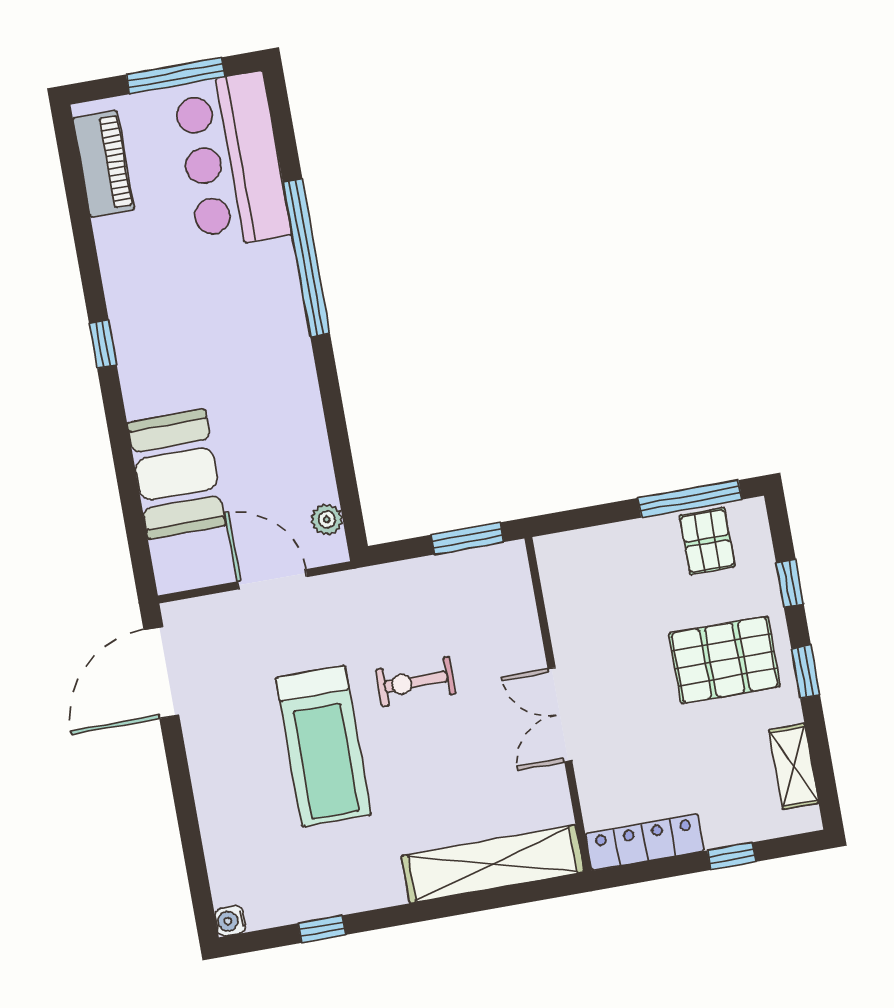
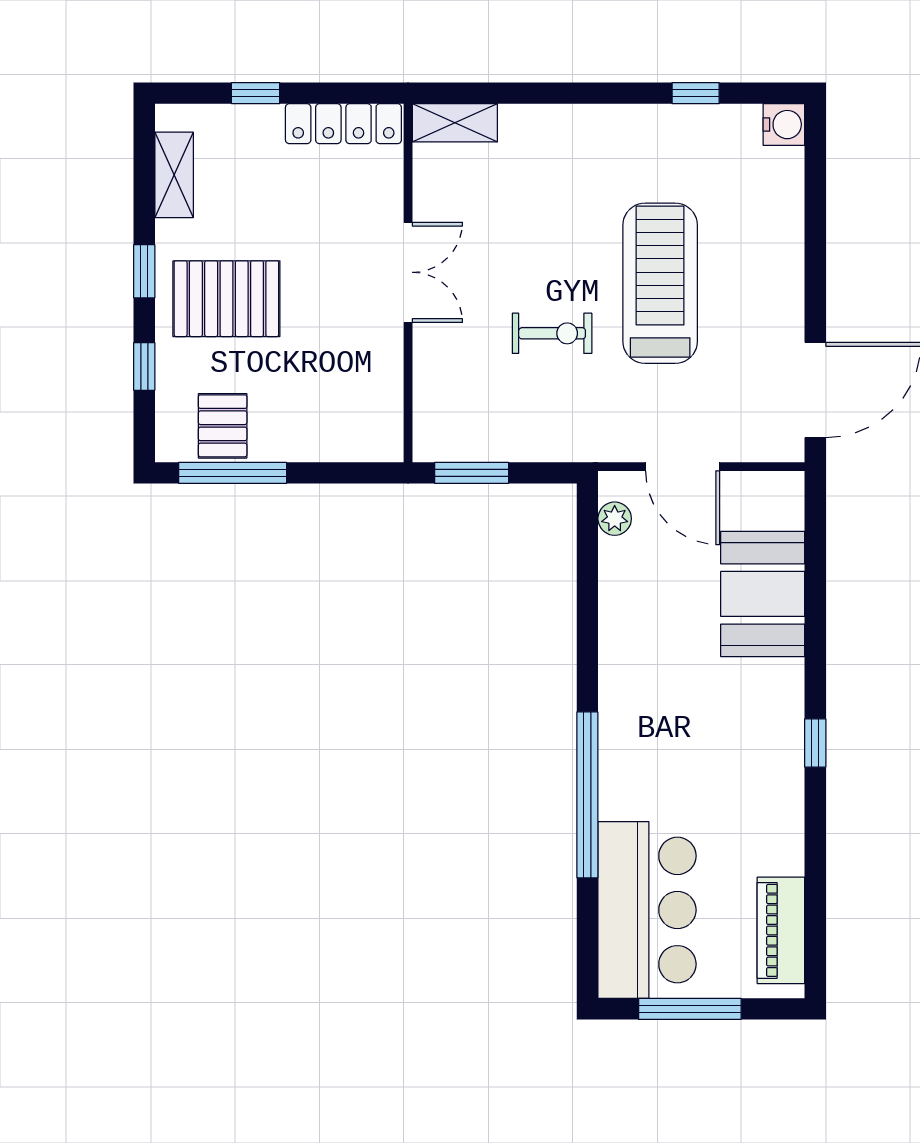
shelving: (493, 864) -> (455, 123), width x0.45, depth x0.75
water cooler: (230, 921) -> (784, 125), width x1.38, depth x1.38

